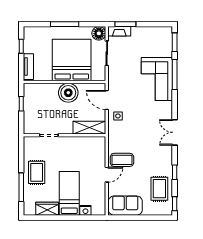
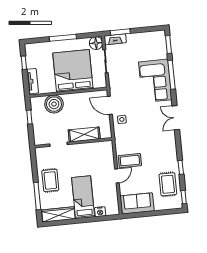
boiler: (68, 93) -> (54, 104), moved
shelving: (89, 128) -> (84, 134), moved
double door: (175, 132) -> (176, 118), moved
wardrobe: (47, 209) -> (58, 214), width x1.50

